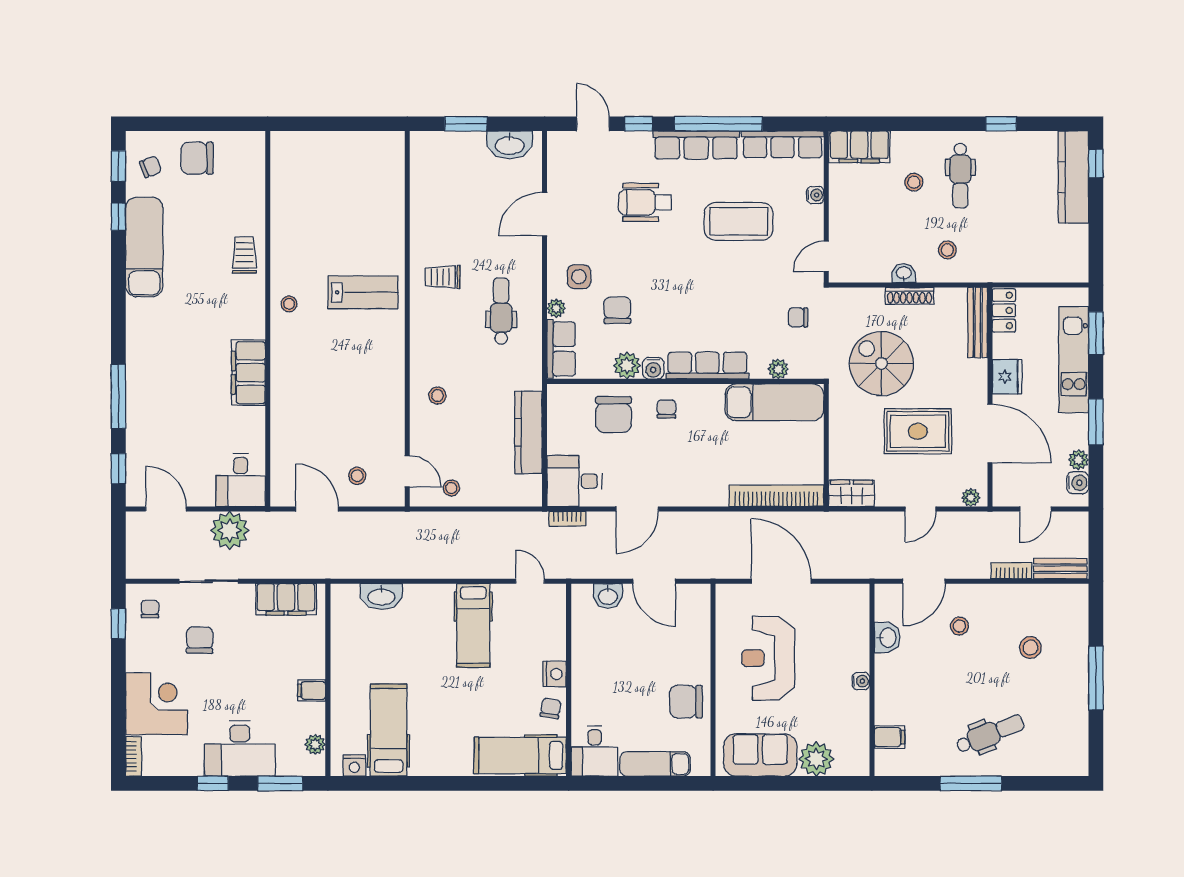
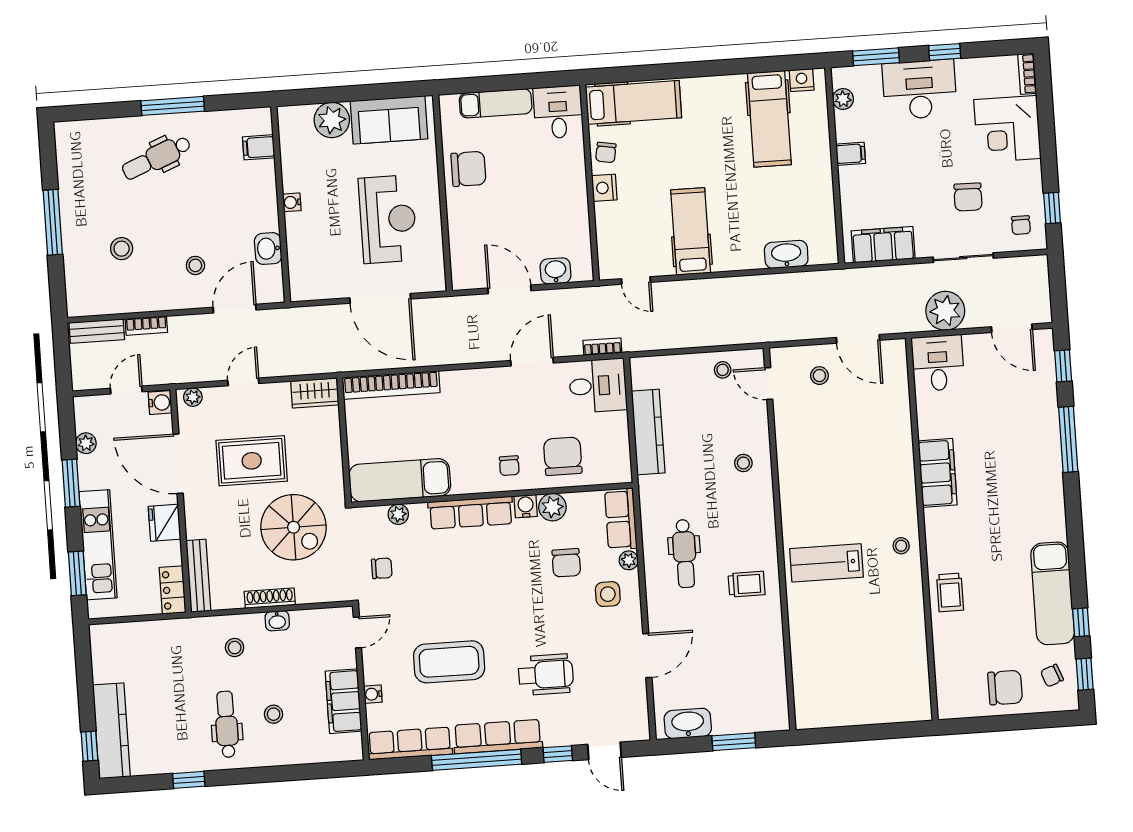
filing cabinet: (859, 147) -> (343, 701), moved, turned -90
water cooler: (1078, 483) -> (160, 403), moved, turned 180

